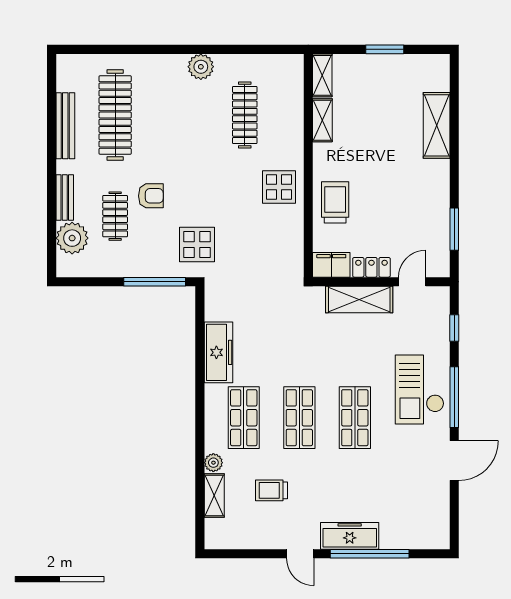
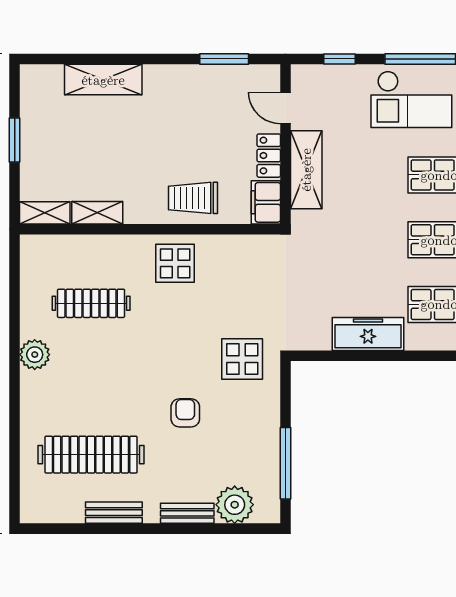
bench: (65, 126) -> (114, 513), width x0.73
clothes rail: (115, 216) -> (209, 455), removed
window: (155, 282) -> (286, 463), moved

